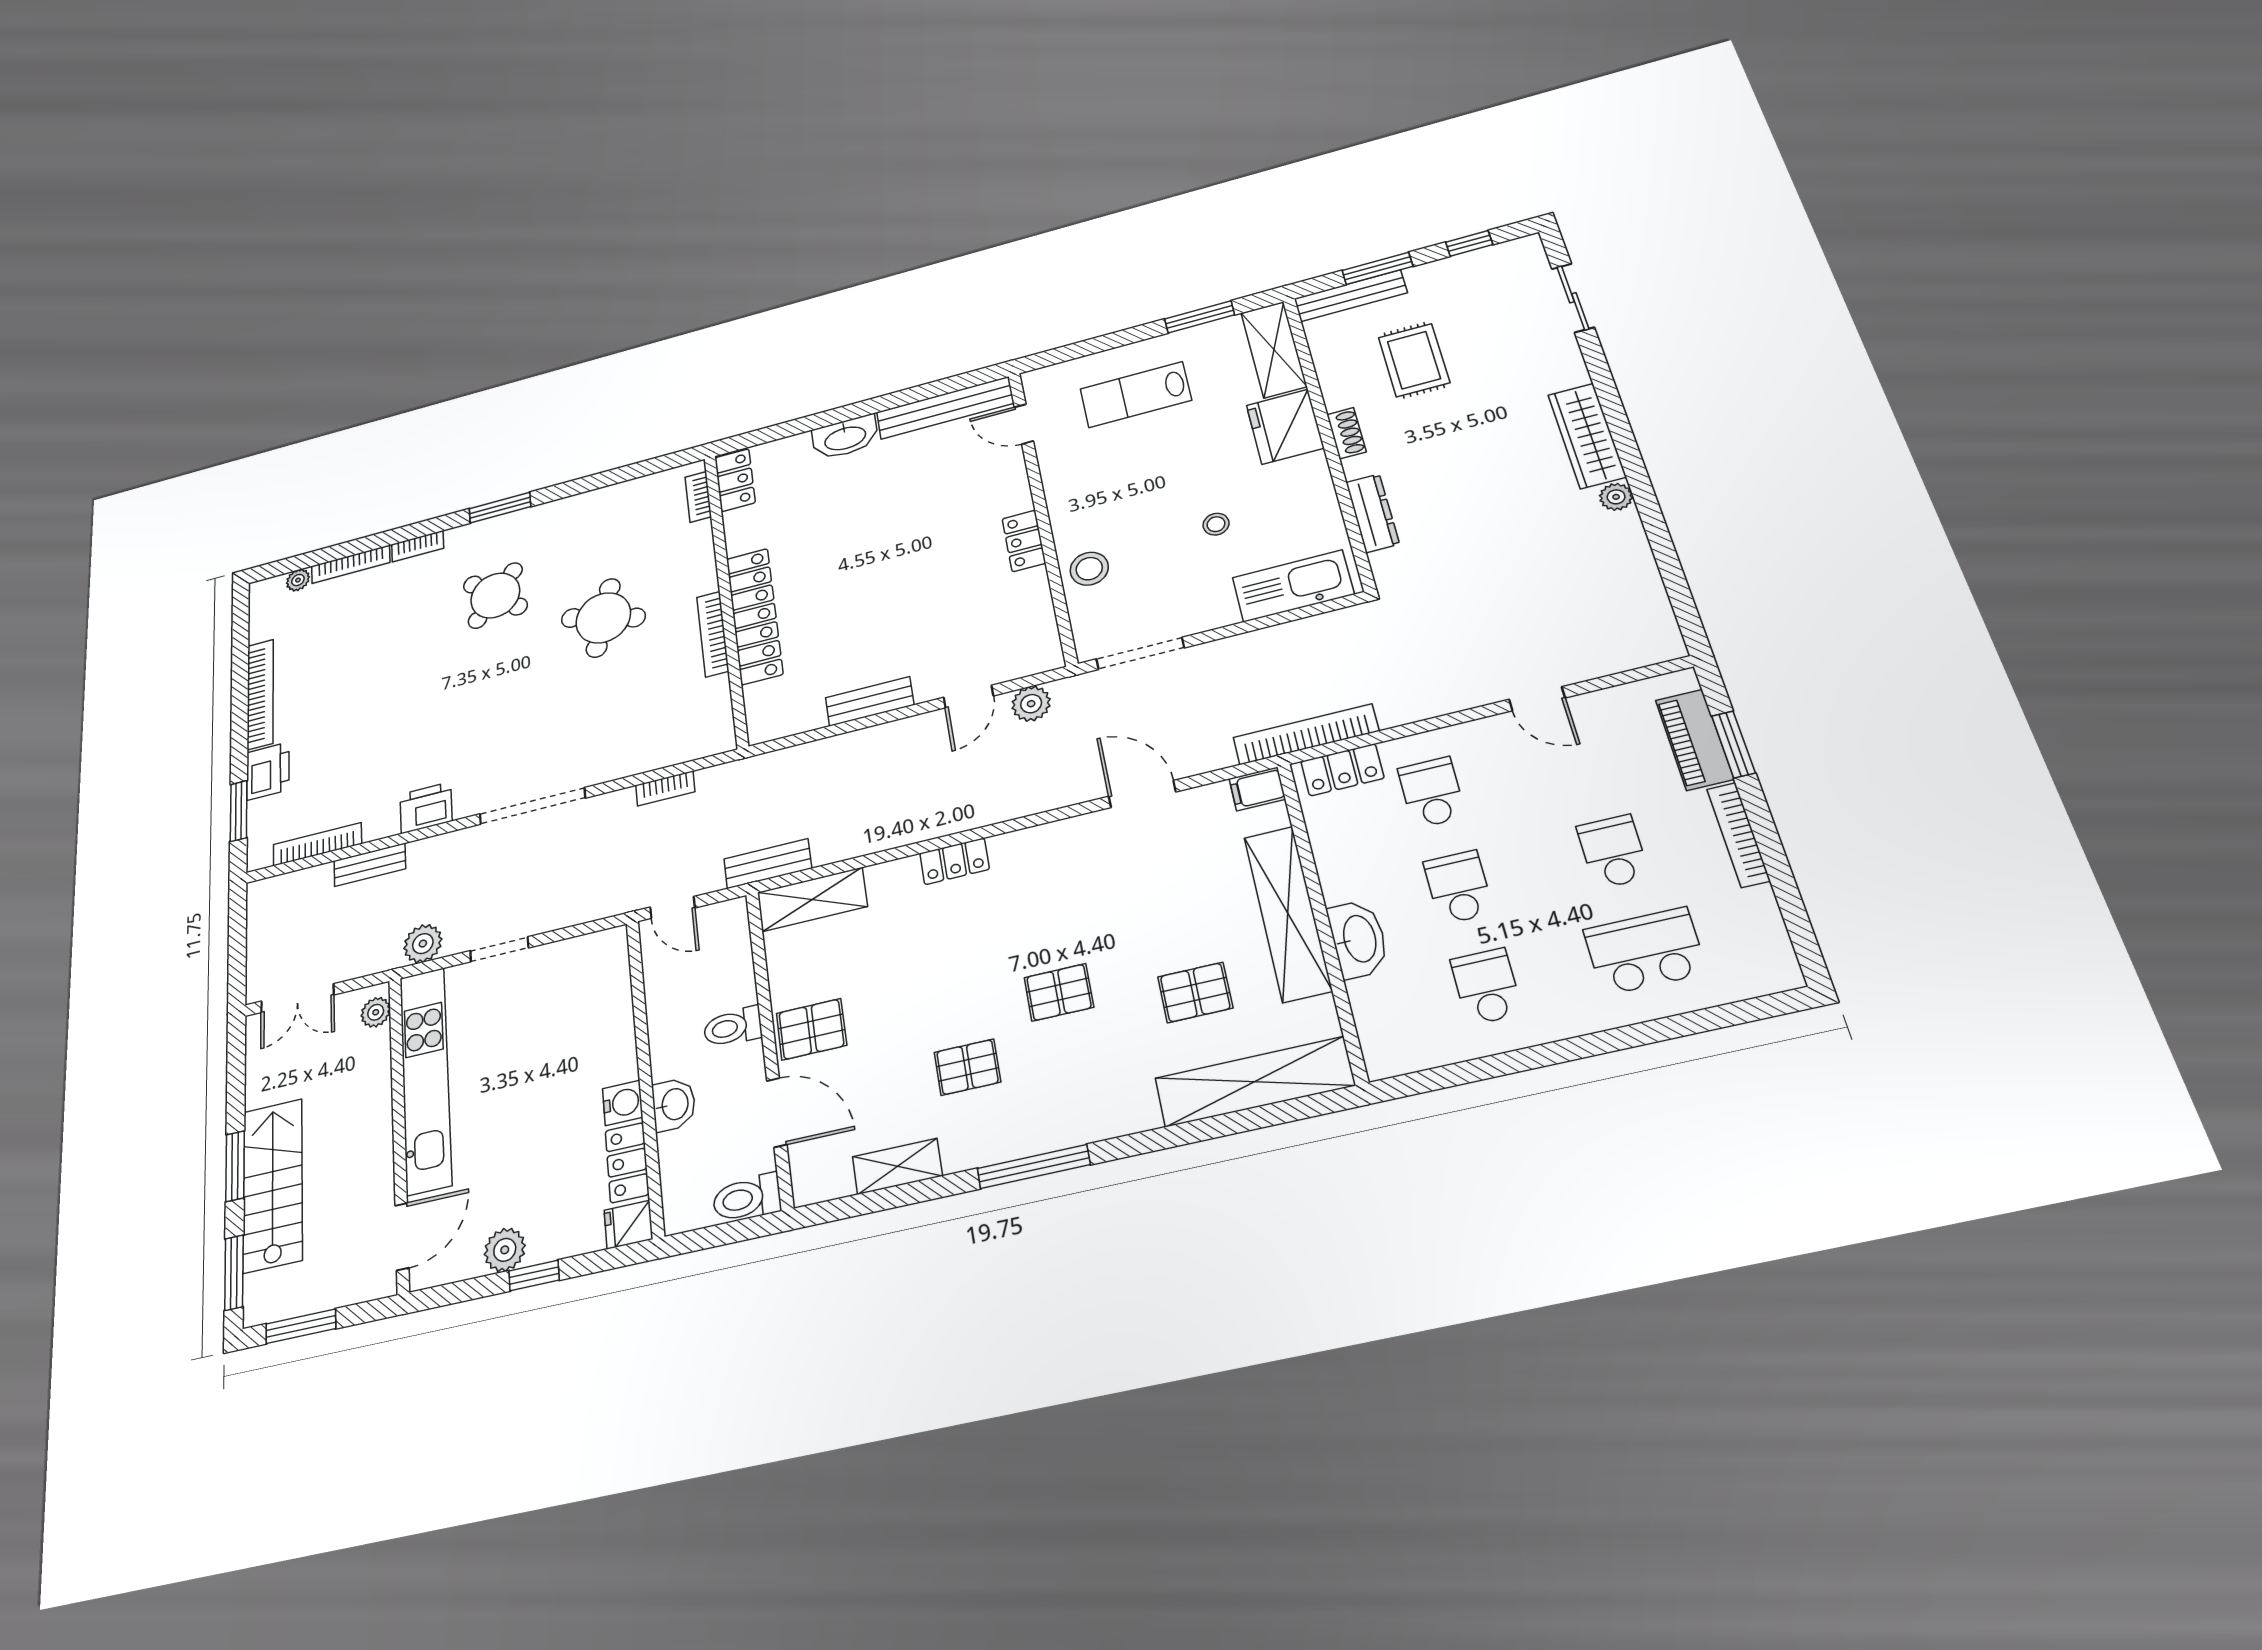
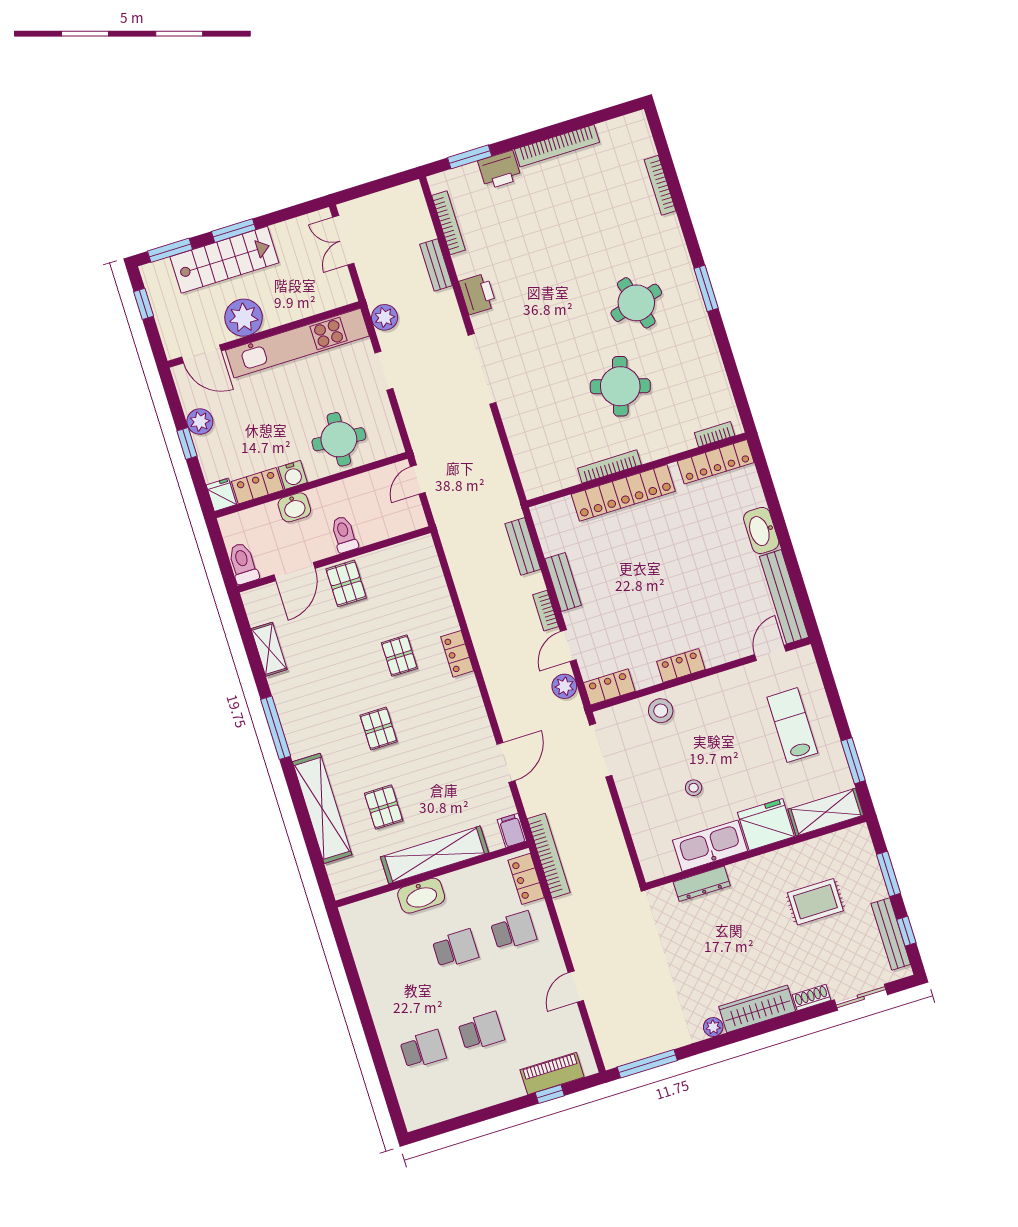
bench: (1350, 296) -> (891, 934), moved
shoe rack: (1346, 433) -> (812, 997), moved, turned 180
locker: (735, 480) -> (716, 462), width x1.53
bookcase: (418, 546) -> (675, 233), removed
plant: (298, 580) -> (647, 147), removed
kitchen sink: (1293, 586) -> (710, 846), moved, turned -90
window: (1679, 593) -> (647, 1064), added
round table: (495, 595) -> (636, 303), turned 34
locker: (1042, 640) -> (609, 687), added
door: (968, 697) -> (568, 646), hinge flipped
window: (1733, 744) -> (550, 1094), width x0.67
bookcase: (665, 788) -> (546, 611), moved
bookcase: (1738, 835) -> (494, 1097), removed
bench: (768, 864) -> (523, 546), moved
shelving: (812, 899) -> (428, 569), removed
school desk: (1645, 951) -> (423, 1049), width x0.54
school desk: (1486, 987) -> (397, 967), removed
plant: (376, 1012) -> (244, 318), moved, width x1.88, depth x1.88
round table: (584, 1025) -> (339, 439), added
pallet: (967, 1067) -> (399, 656), moved
shelving: (1254, 1082) -> (322, 808), moved
window: (301, 1326) -> (144, 304), width x0.67

